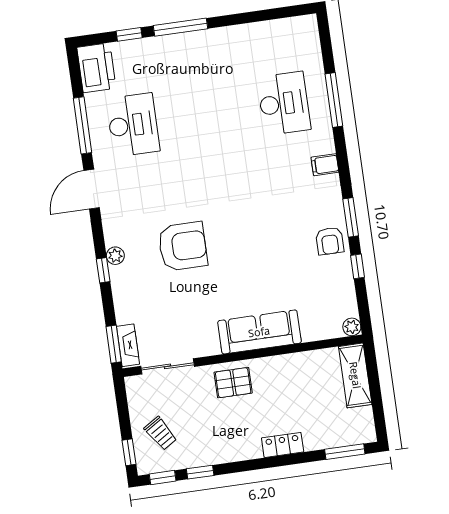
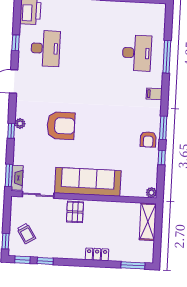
window: (83, 125) -> (16, 43), width x0.46
sofa: (259, 332) -> (88, 182), width x1.36, depth x1.27
pallet: (233, 383) -> (75, 212), turned 90

